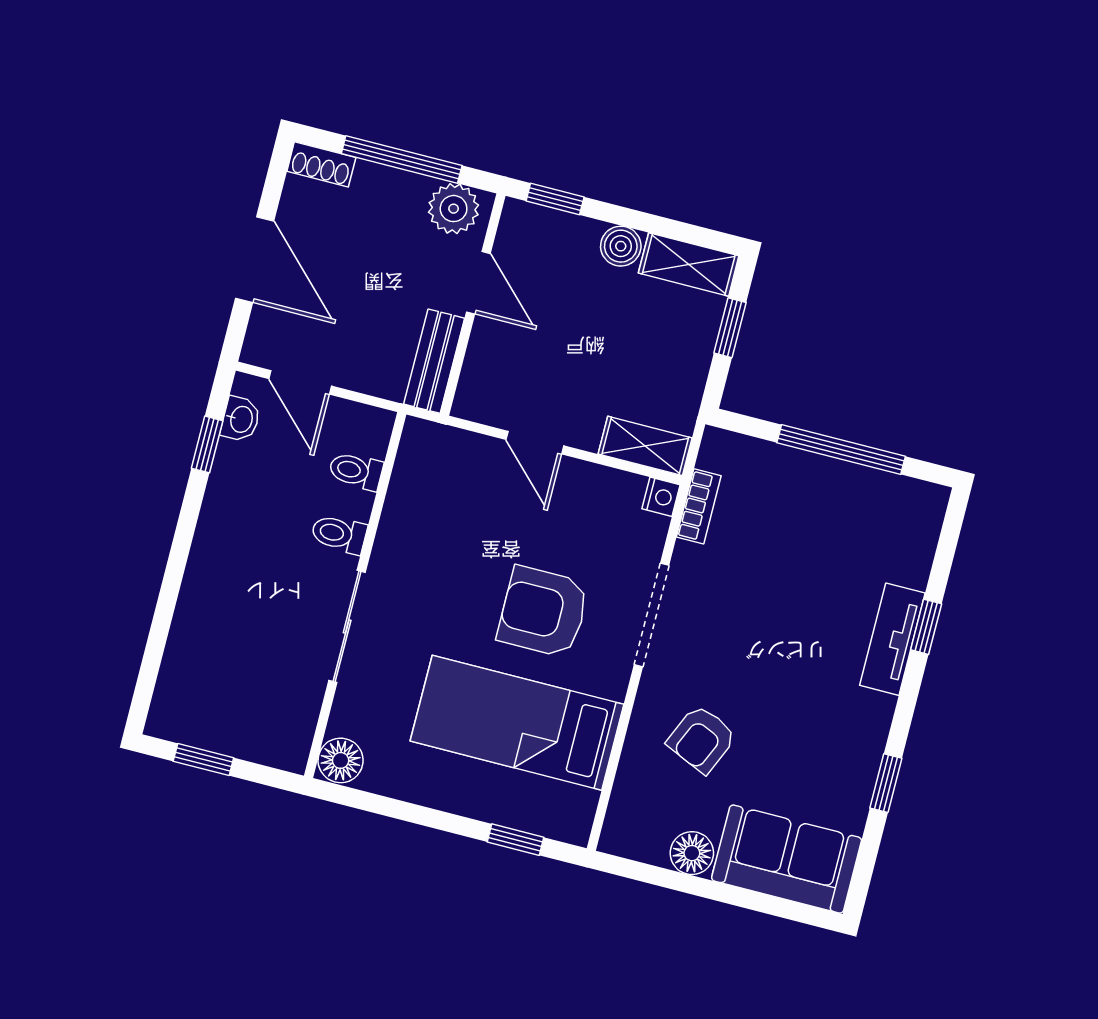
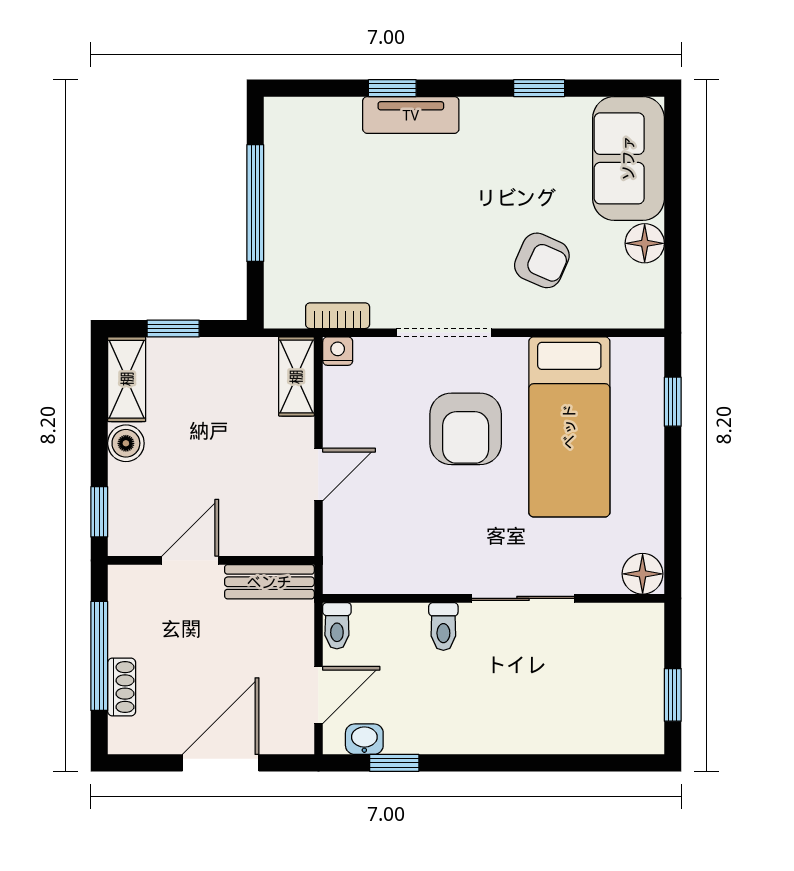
shoe rack: (321, 164) -> (122, 687), moved
plant: (454, 209) -> (131, 599), removed
toilet: (356, 471) -> (337, 626), moved

